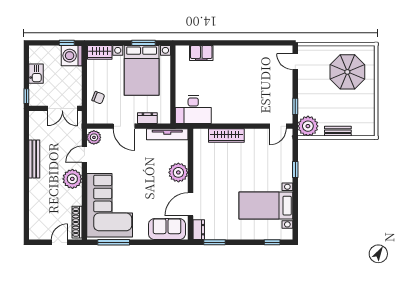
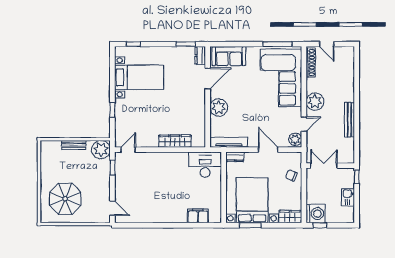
dresser: (147, 118) -> (235, 157), moved
door: (59, 242) -> (327, 44), hinge flipped

